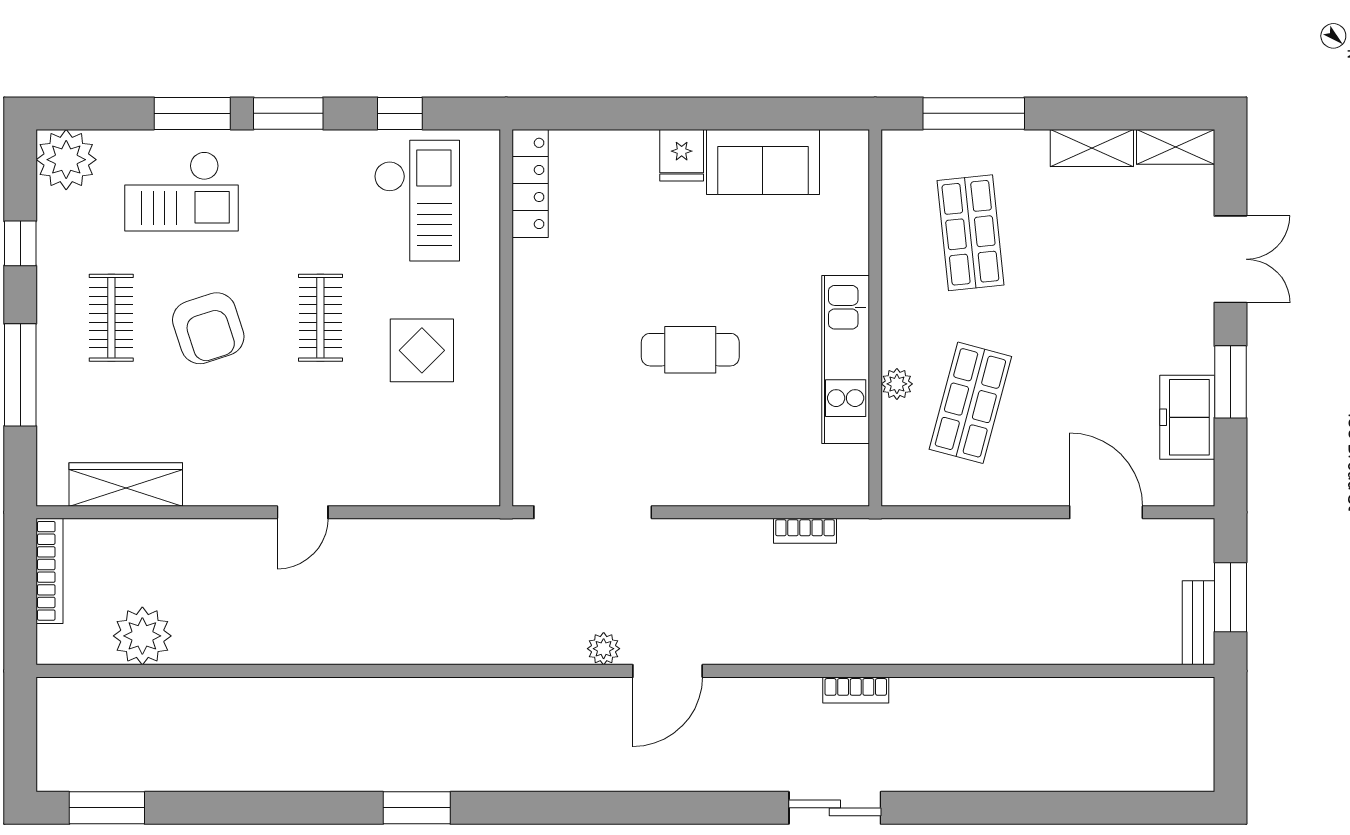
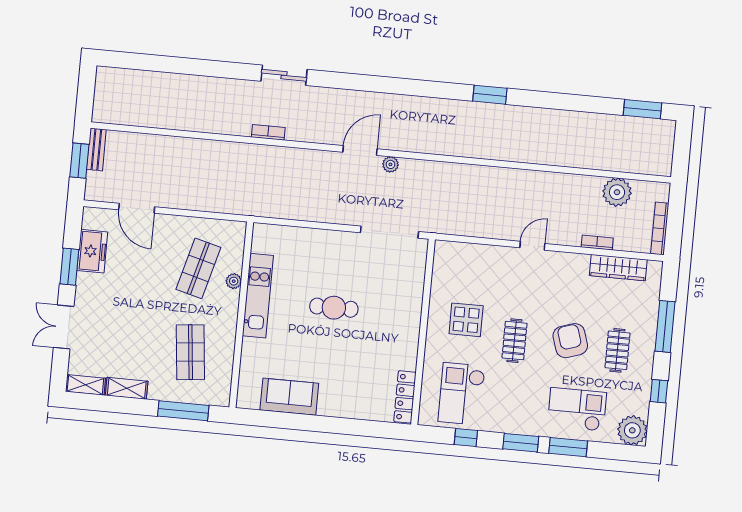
fridge: (682, 155) -> (329, 404), removed
bookcase: (805, 531) -> (597, 243), moved

